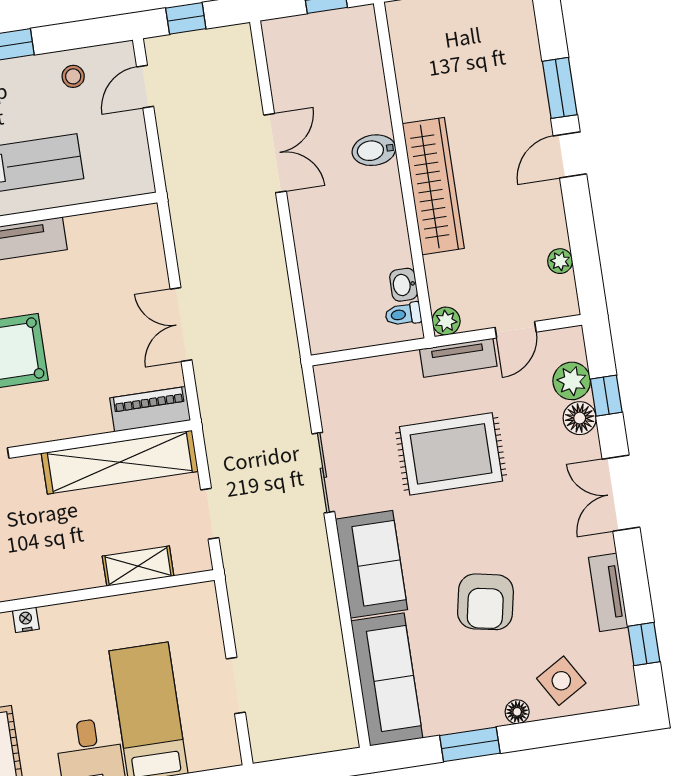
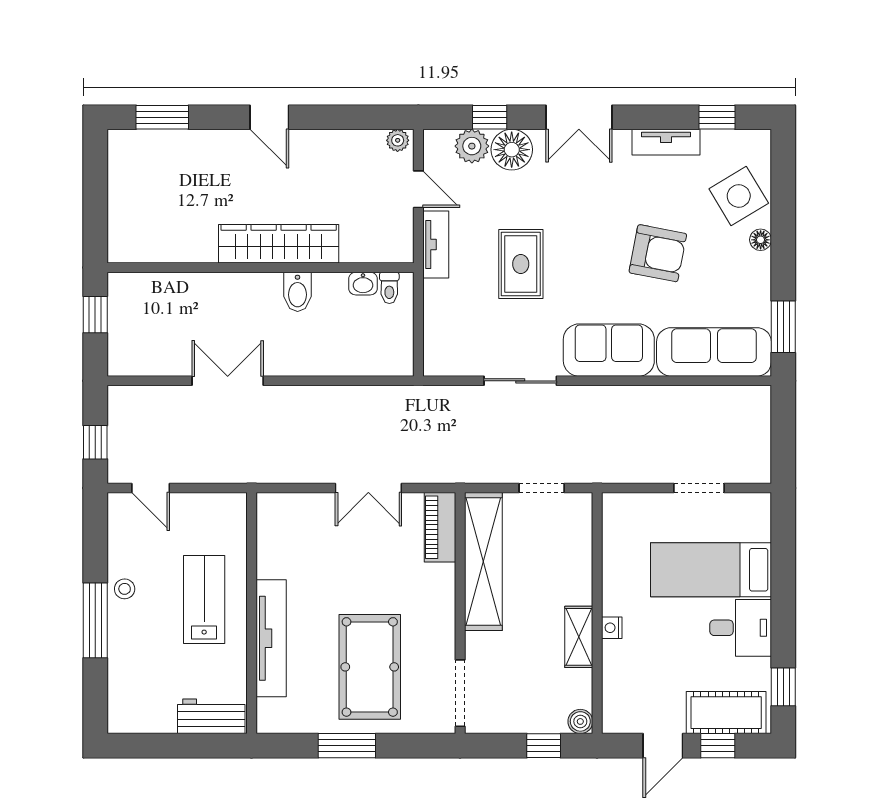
stool: (73, 76) -> (125, 589), moved
window: (560, 88) -> (162, 117), moved
bidet: (374, 150) -> (298, 292), moved
plant: (560, 261) -> (398, 140), moved
plant: (446, 321) -> (401, 250), removed
floor lamp: (580, 418) -> (512, 150), width x1.38, depth x1.38
rug: (451, 454) -> (521, 264), width x0.73, depth x0.70
shelving: (138, 566) -> (579, 637), moved
nightstand: (26, 620) -> (612, 628), moved
side table: (561, 681) -> (739, 196), width x1.37, depth x1.37
window: (470, 744) -> (783, 327), moved

